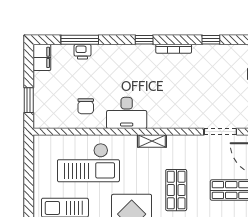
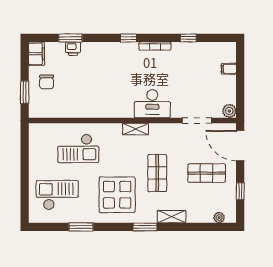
window: (80, 40) -> (70, 38), width x0.69
chair: (86, 106) -> (47, 82), moved
desk: (127, 113) -> (152, 104), moved
checkout: (88, 163) -> (78, 148), width x0.73, depth x0.83

